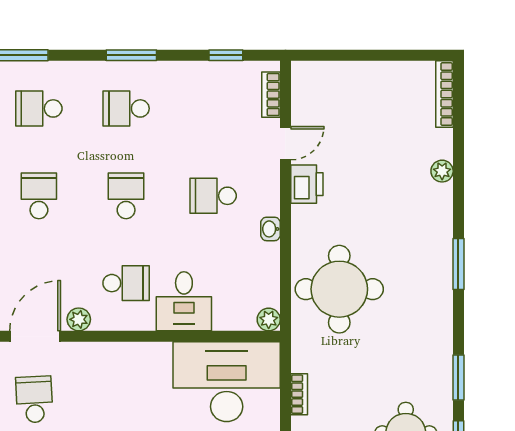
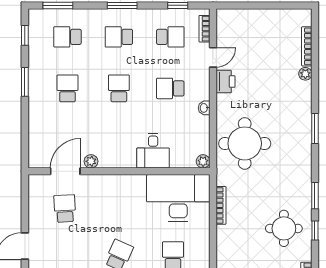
bookcase: (444, 94) -> (307, 46), moved
school desk: (126, 283) -> (170, 37), moved
bookcase: (299, 394) -> (221, 205), width x1.56

